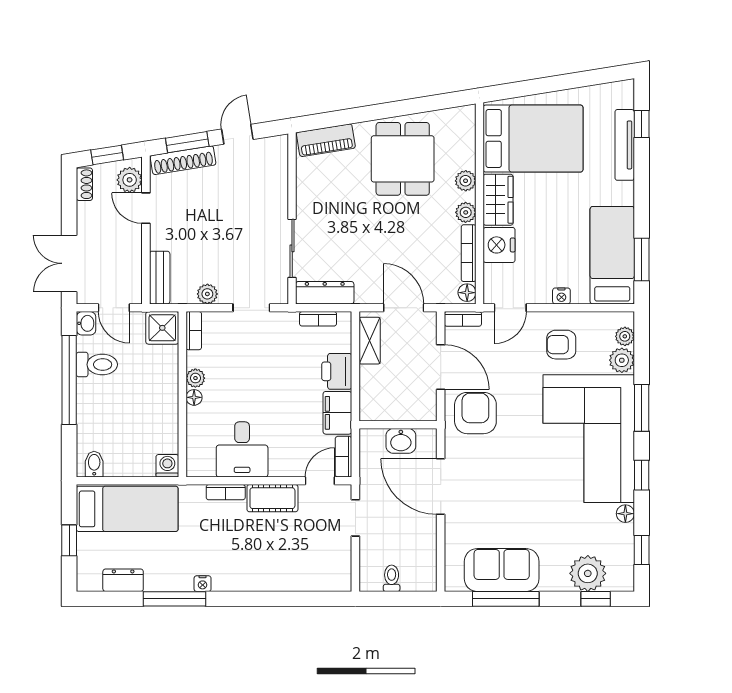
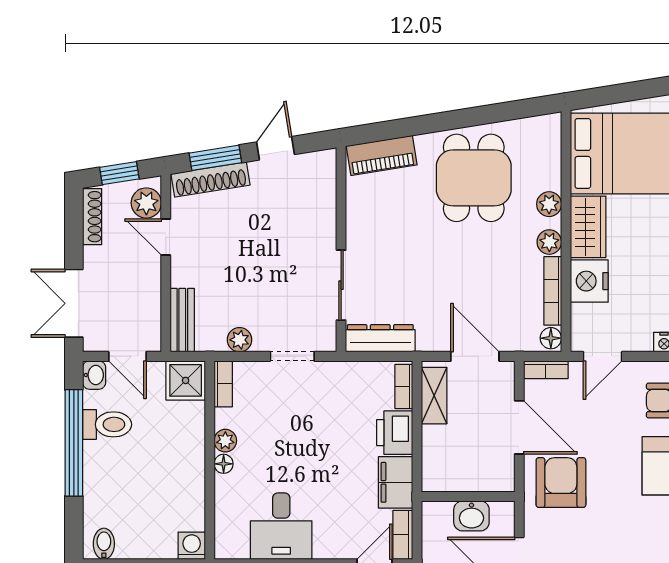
shoe rack: (84, 184) -> (92, 217), width x1.43
bookcase: (318, 319) -> (404, 387), moved, turned 90

